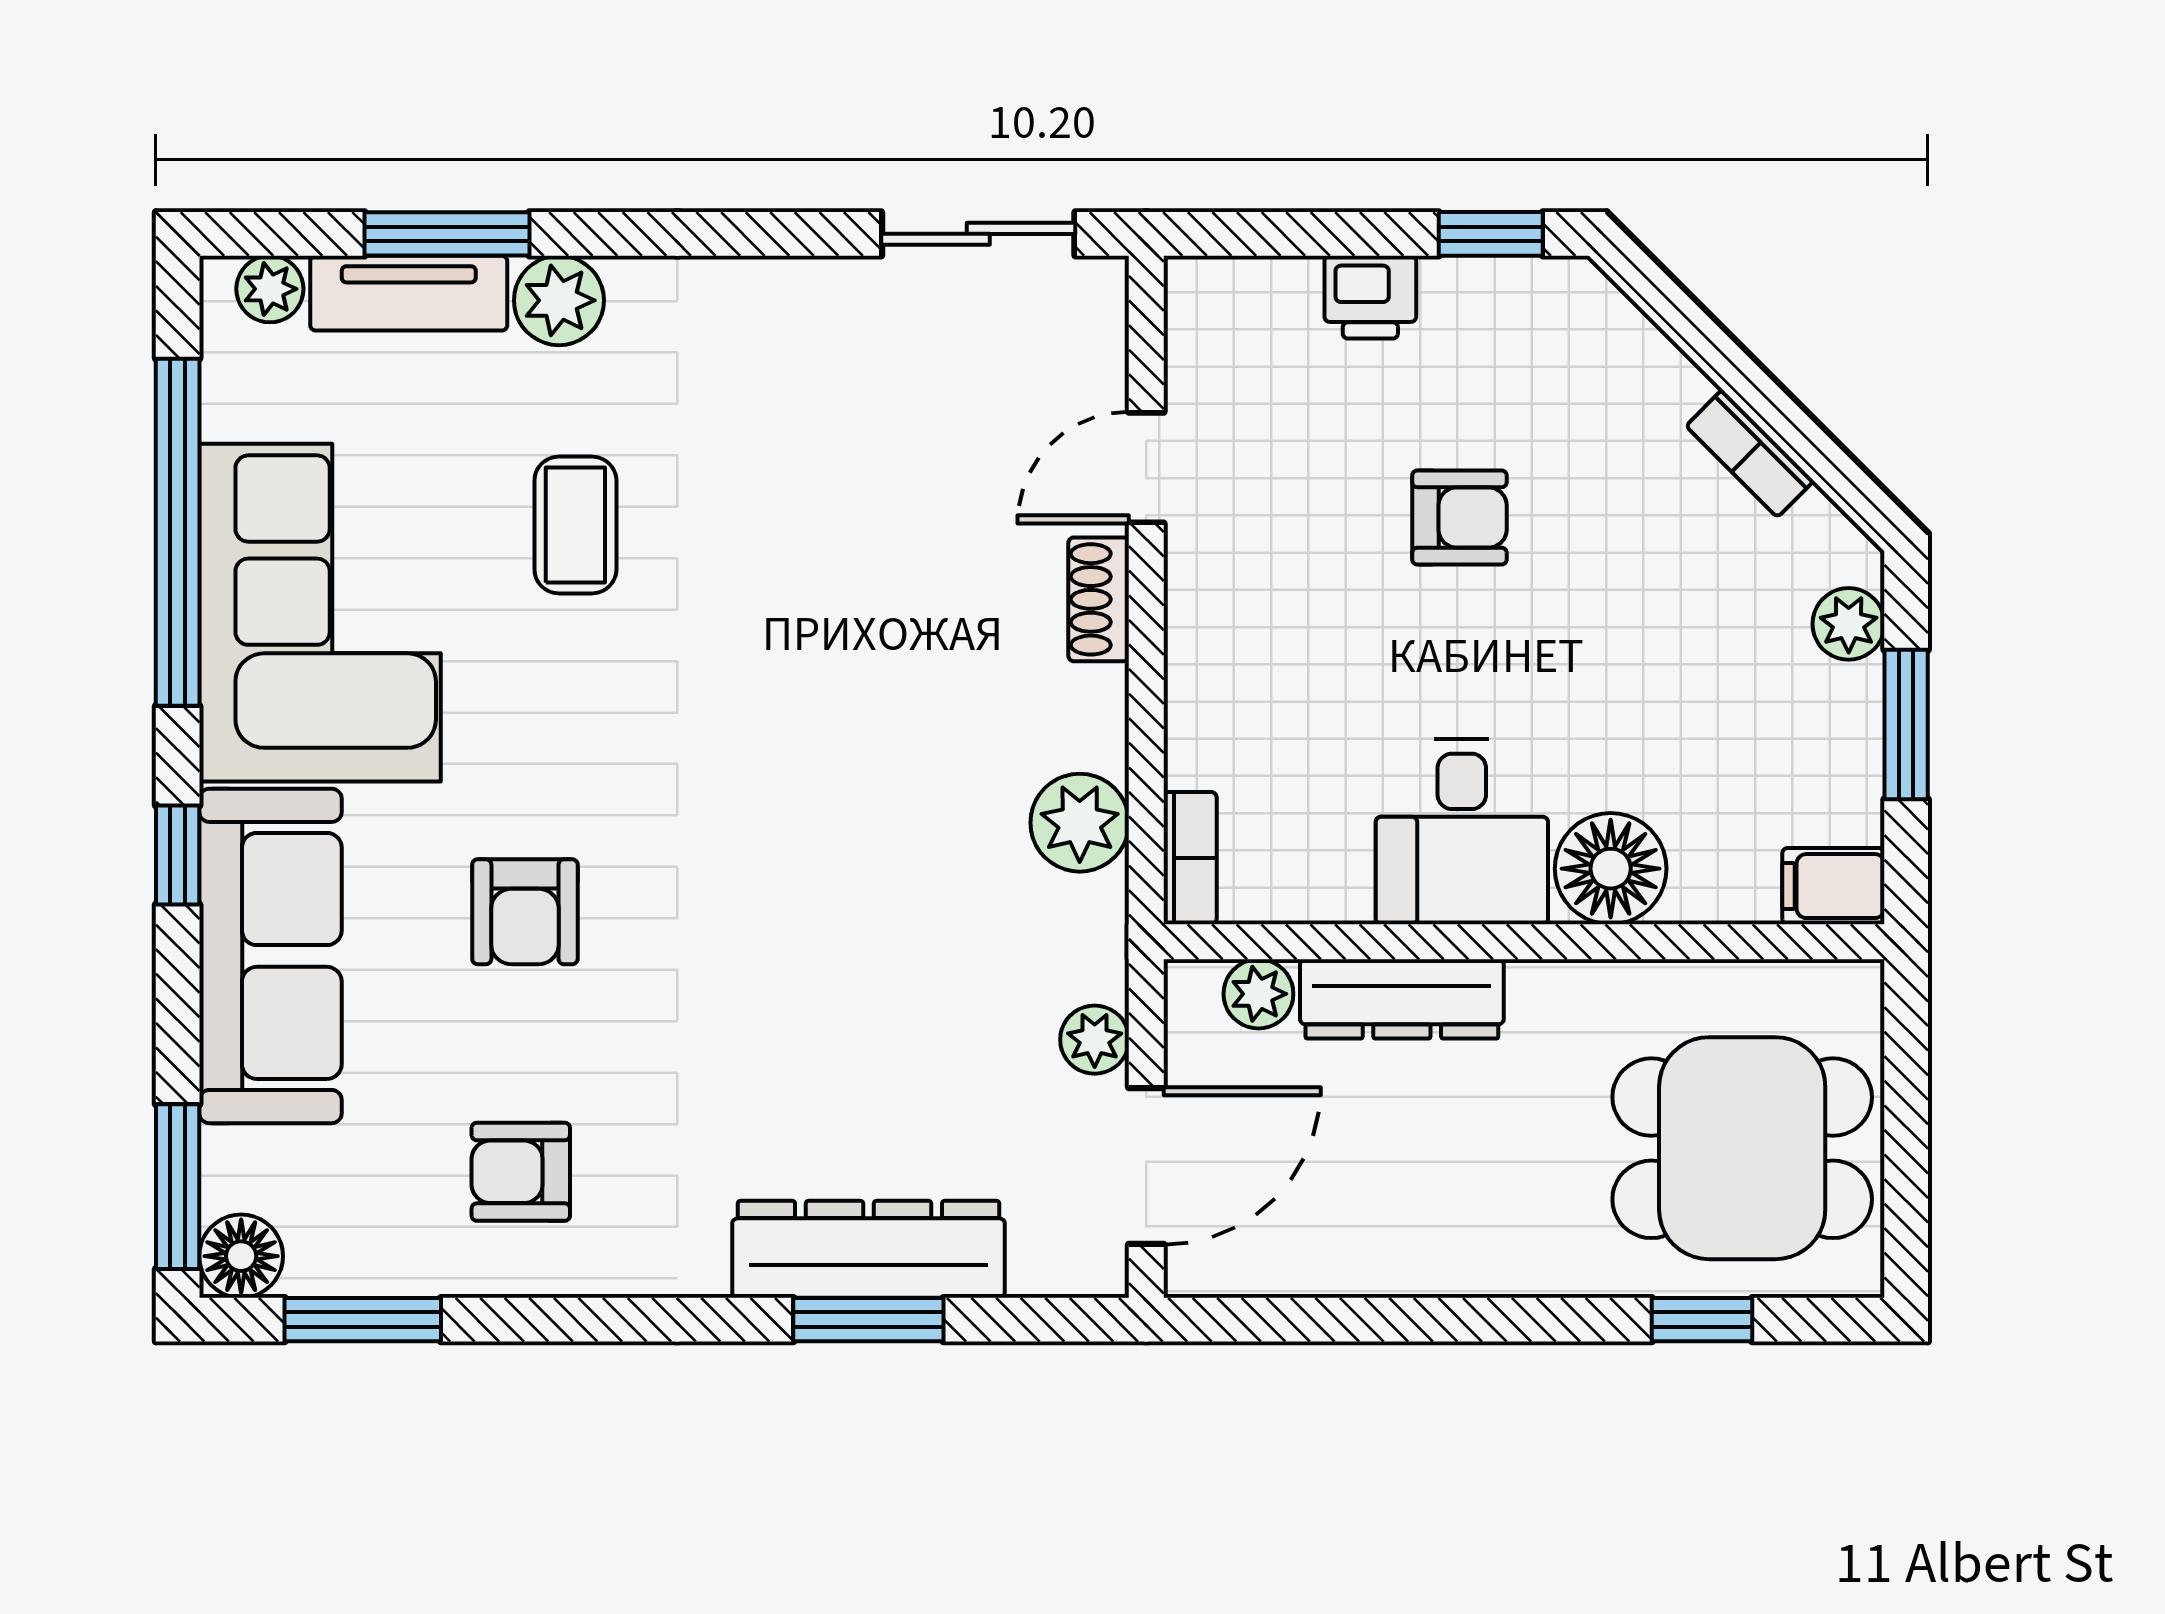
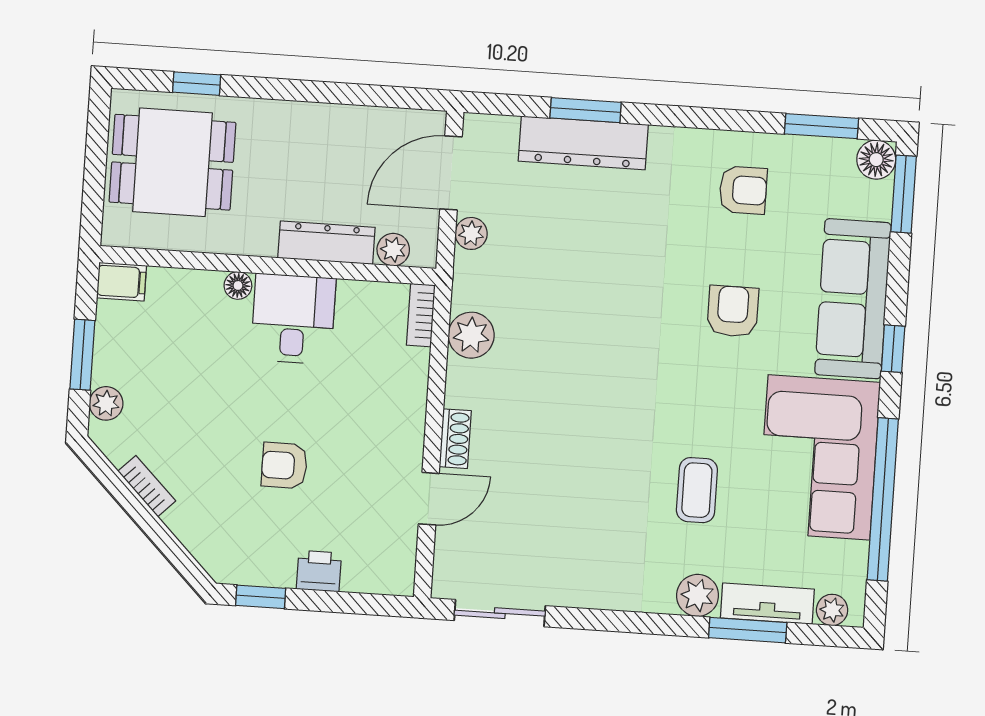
floor lamp: (1611, 869) -> (238, 285), width x0.53, depth x0.53

